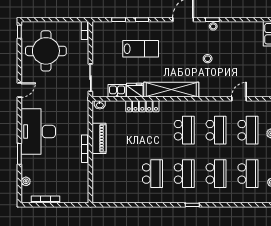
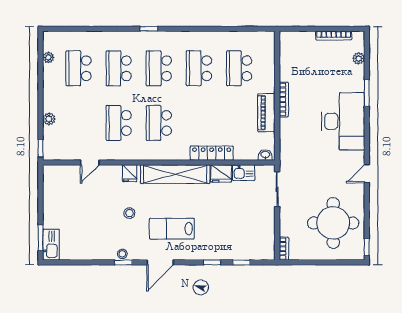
lab bench: (141, 49) -> (172, 229), moved
fridge: (207, 90) -> (130, 173), added
school desk: (248, 130) -> (239, 68), moved

